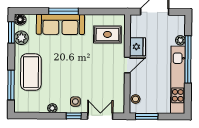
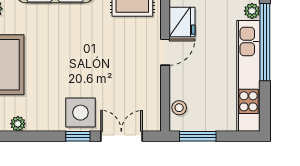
side table: (75, 102) -> (80, 113), width x1.87, depth x1.87
plant: (52, 108) -> (18, 124), moved

